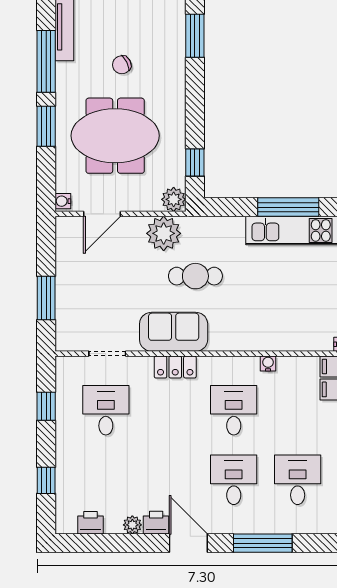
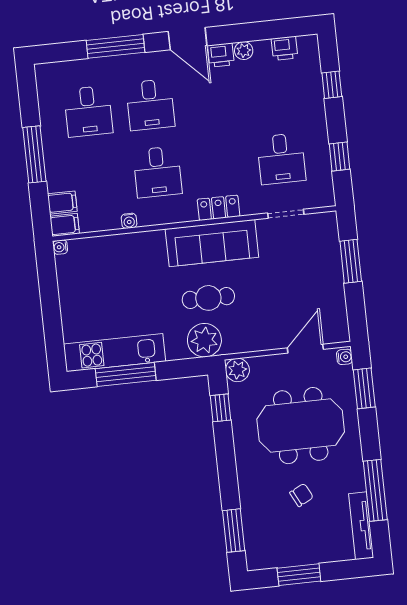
window: (46, 126) -> (364, 388), moved
plant: (164, 233) -> (204, 340), moved
sofa: (174, 332) -> (212, 243), width x1.36

